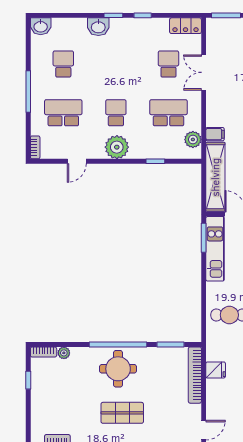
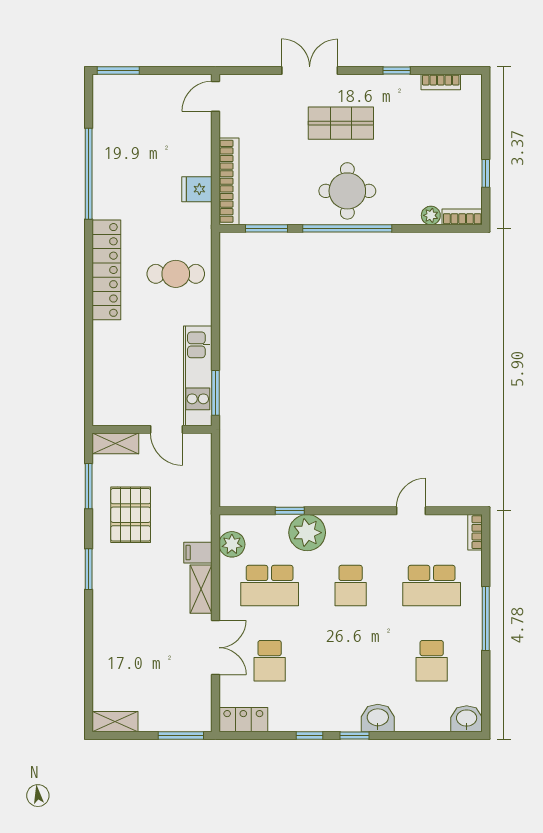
plant: (117, 147) -> (307, 533), moved
shelving: (215, 177) -> (201, 589), moved, width x0.45, depth x0.75

